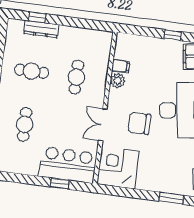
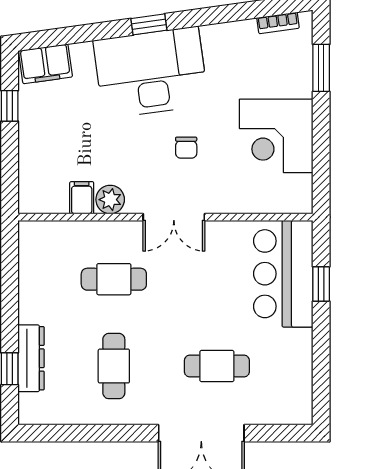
chair: (139, 123) -> (186, 148), width x0.54, depth x0.54
double door: (103, 125) -> (174, 217), moved
corner desk: (118, 168) -> (276, 136), moved

